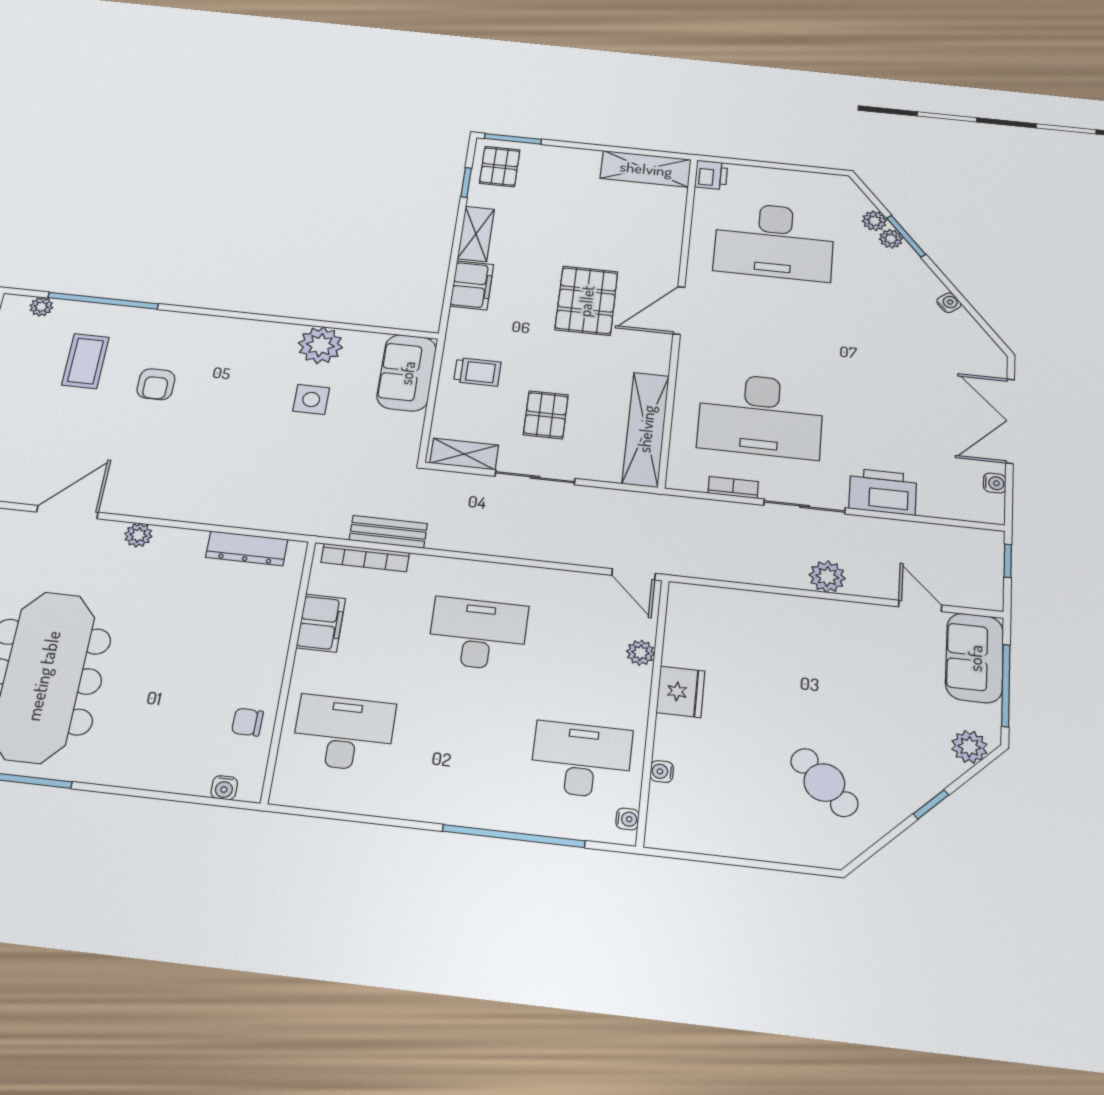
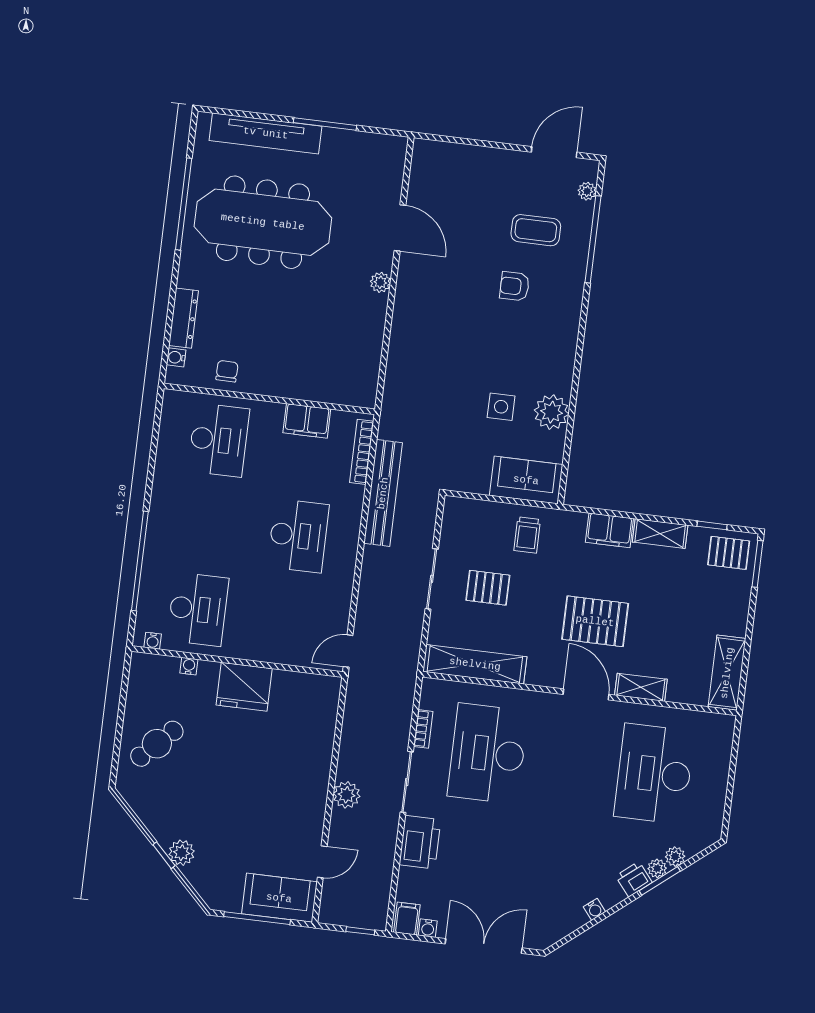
printer: (711, 175) -> (634, 879), moved, turned 141
shelving: (464, 454) -> (641, 687), moved, turned 90
filing cabinet: (985, 507) -> (407, 919), added
bench: (388, 532) -> (383, 493), width x1.86, depth x1.21
dresser: (247, 548) -> (184, 318), moved, turned 180
plant: (641, 653) -> (283, 654), removed
fridge: (681, 692) -> (244, 687), width x1.36, depth x1.34
plant: (969, 747) -> (182, 853), moved
cafe table: (824, 782) -> (157, 744), moved

